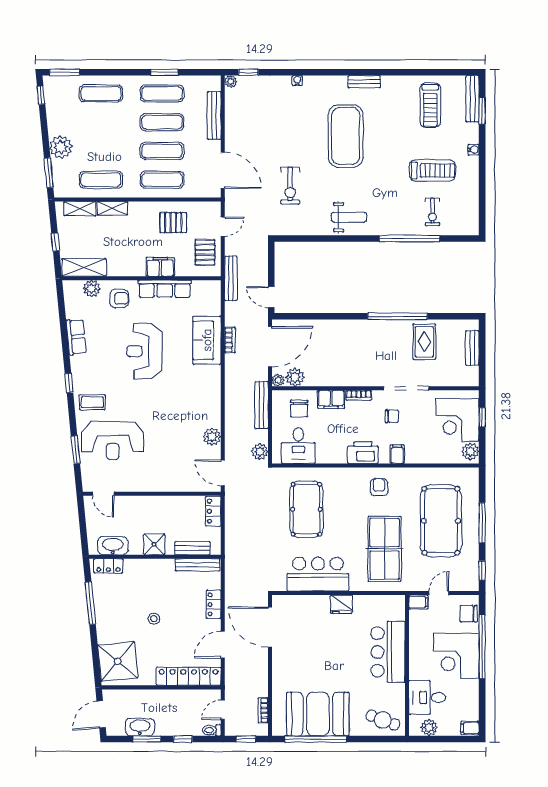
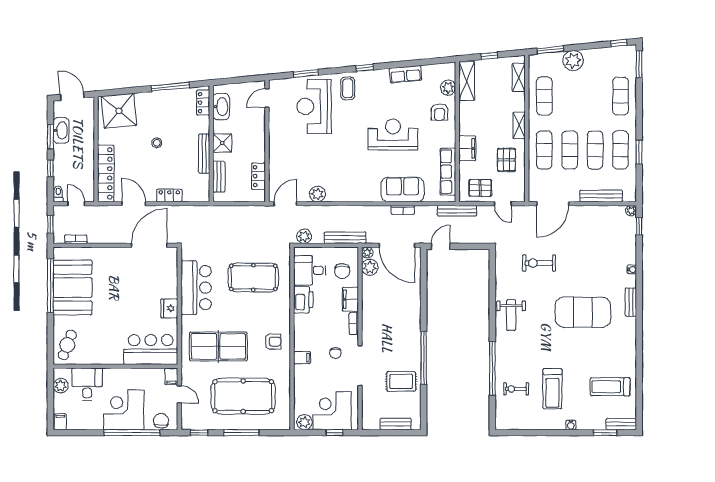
bench: (364, 82) -> (631, 302), moved
bench: (472, 99) -> (621, 424), width x0.73
shelving: (112, 208) -> (519, 125), moved
row of seats: (165, 289) -> (448, 172), moved
chair: (299, 409) -> (342, 271), turned -90
printer: (363, 453) -> (303, 300), moved
locker: (213, 511) -> (259, 176), moved, turned -90
bench: (197, 565) -> (204, 154), moved
bar counter: (388, 652) -> (151, 349), moved

